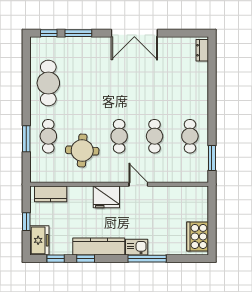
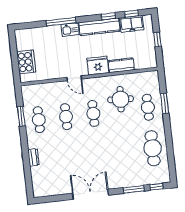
dresser: (202, 50) -> (33, 157), moved
window: (212, 158) -> (21, 116), moved
kitchen counter: (51, 194) -> (121, 65), moved
cooker: (198, 236) -> (26, 62), moved
freezer: (39, 240) -> (132, 24), moved, turned -90

